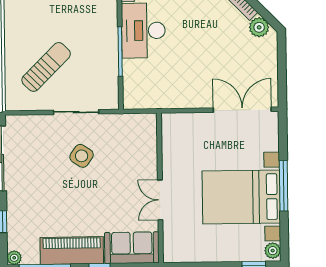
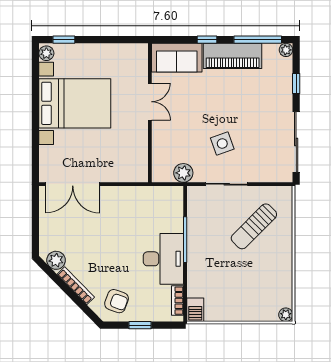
plant: (123, 124) -> (183, 173), added
side table: (82, 156) -> (222, 143), turned 36
window: (284, 186) -> (35, 113), removed

